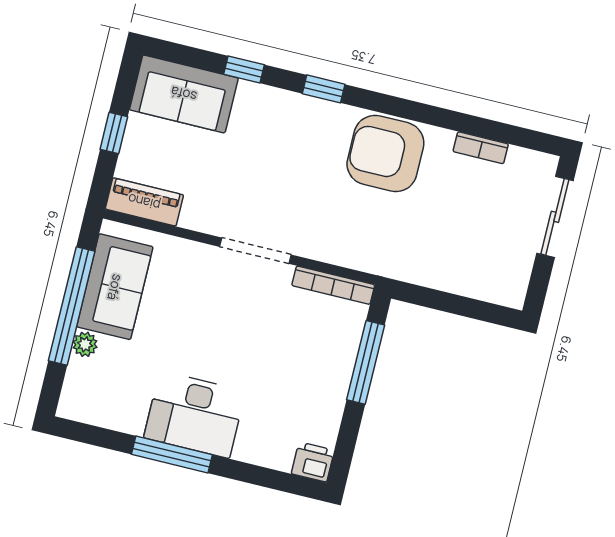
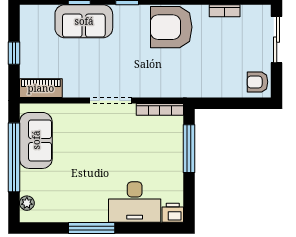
sofa: (184, 94) -> (84, 21), moved
armchair: (506, 279) -> (258, 82), added
plant: (85, 344) -> (27, 203), moved
desk: (195, 414) -> (135, 202), moved

